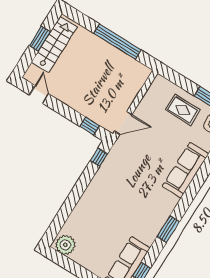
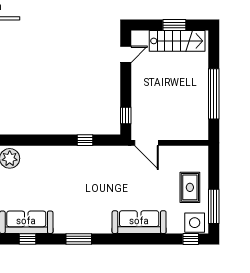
window: (99, 157) -> (85, 140), moved

